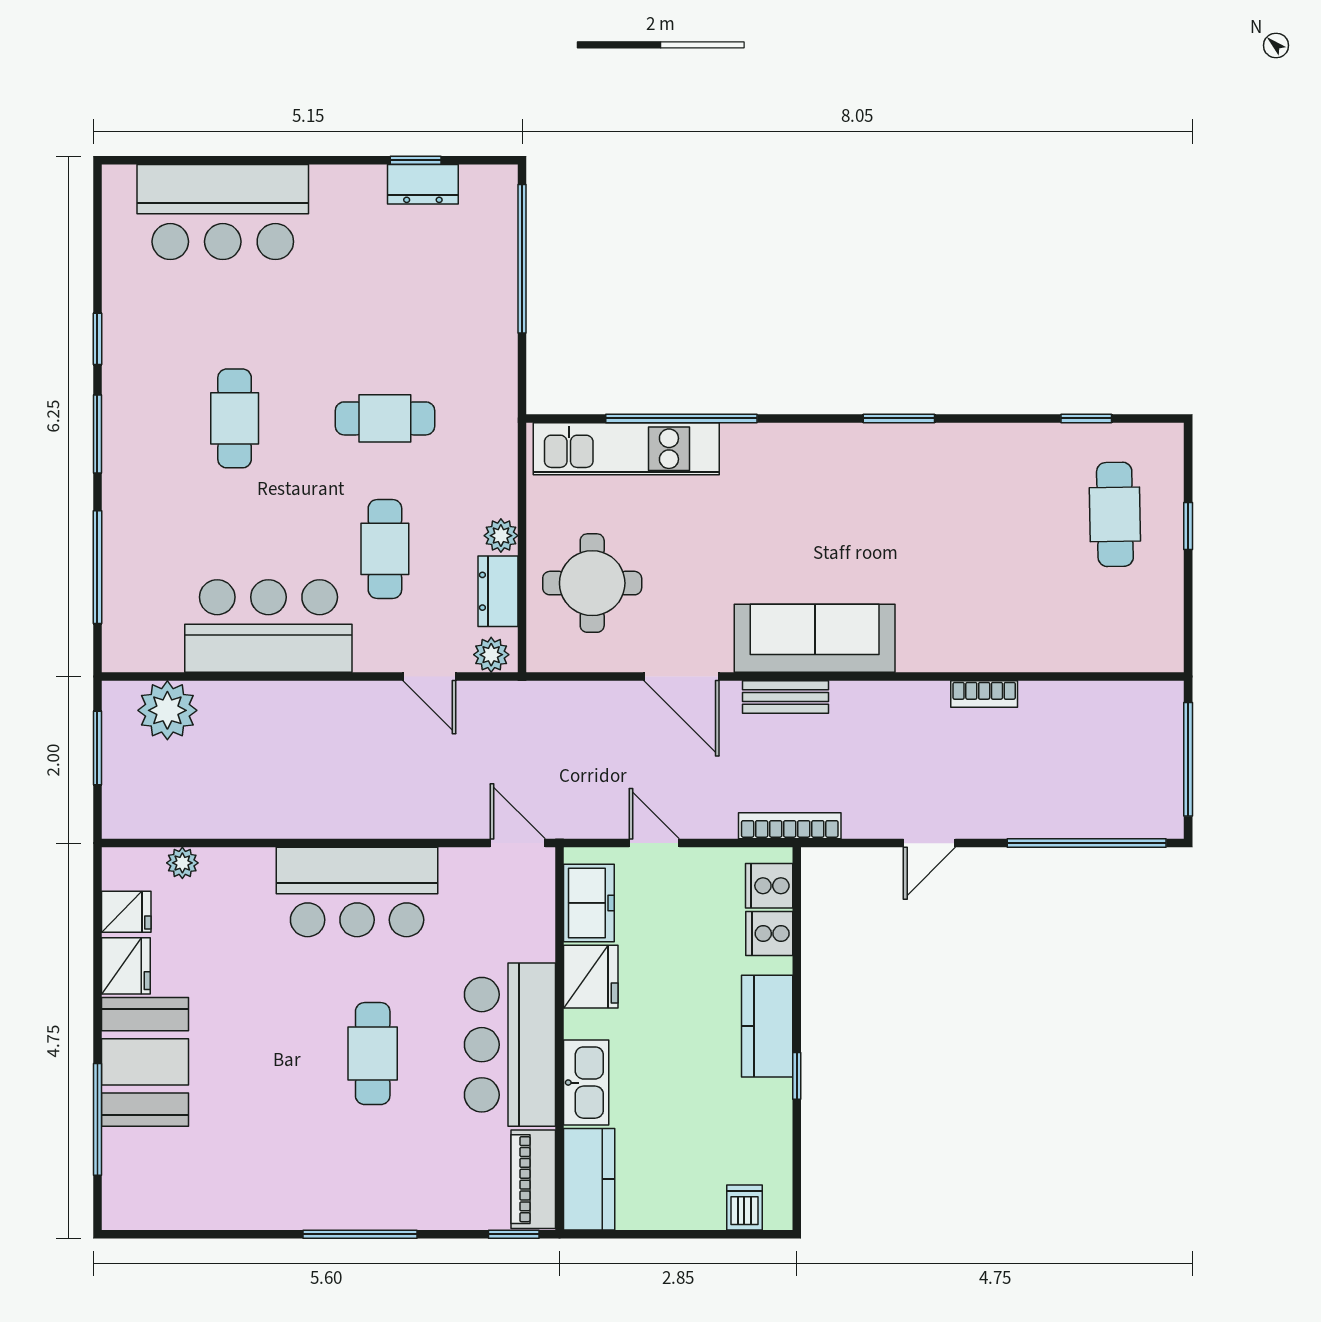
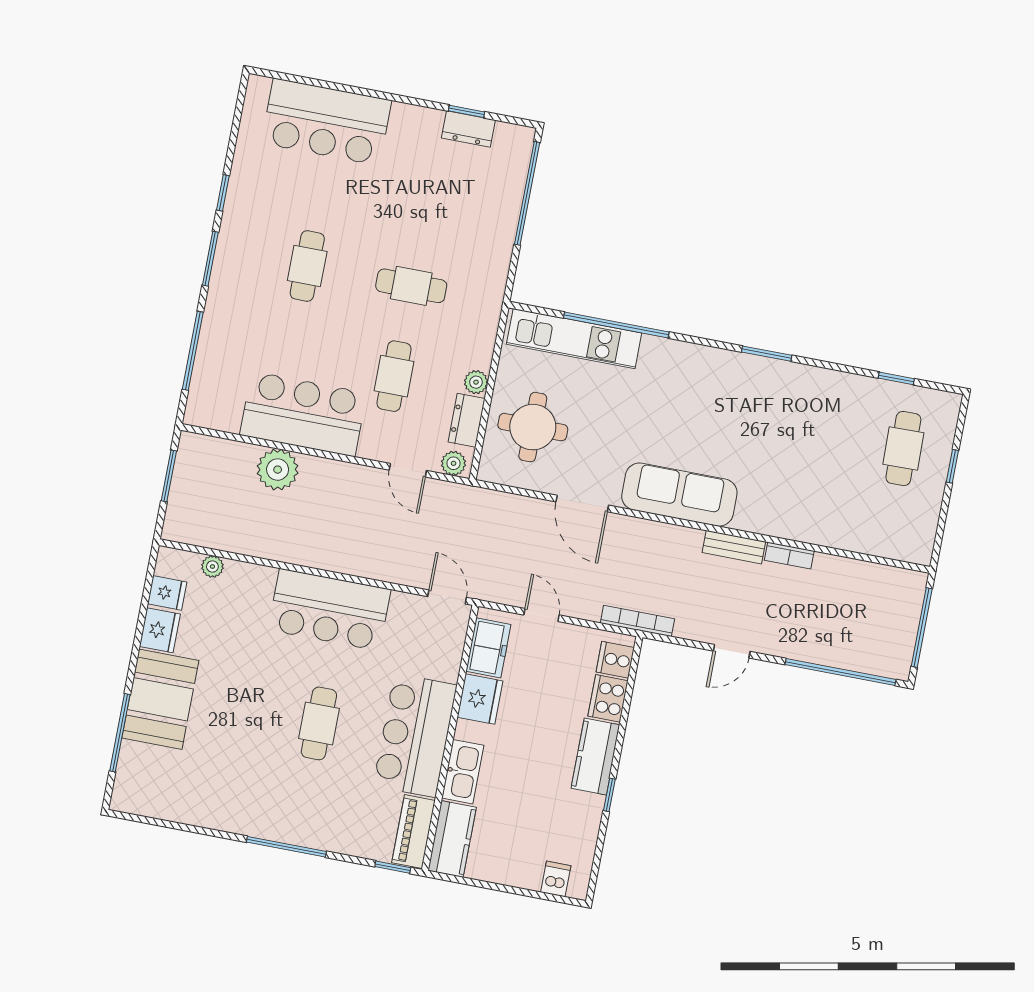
bench: (785, 697) -> (734, 547), moved
plant: (167, 710) -> (278, 470), moved
cooker: (769, 934) -> (608, 698), width x1.36

